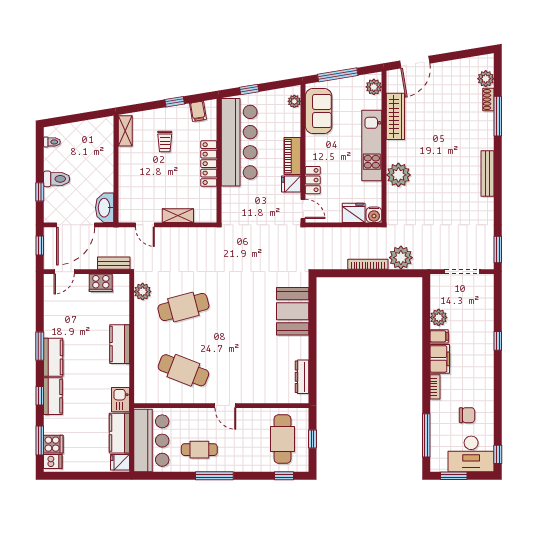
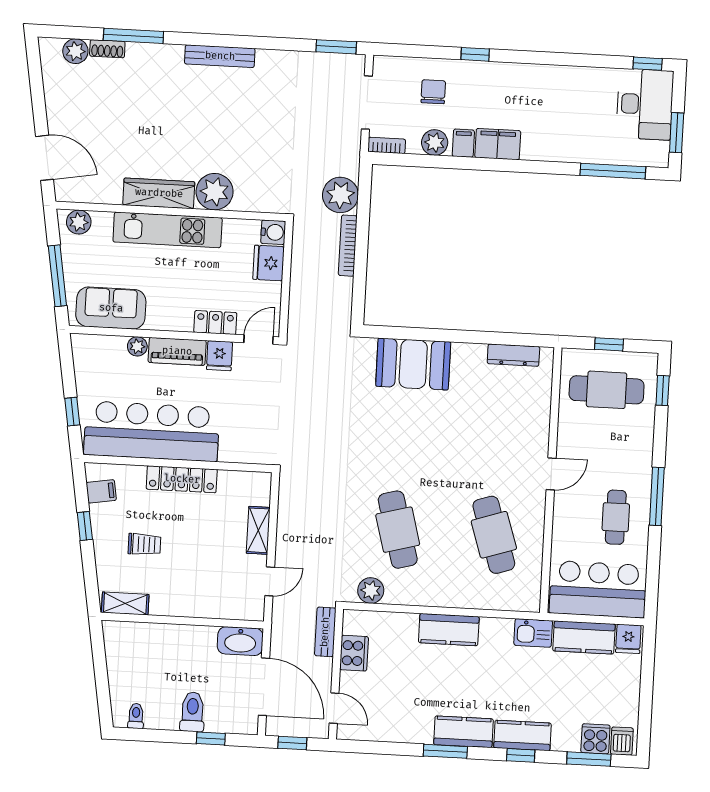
plant: (294, 101) -> (137, 346), moved
wardrobe: (395, 116) -> (159, 193), moved
cafe table: (183, 370) -> (494, 535), turned -39
bookcase: (435, 387) -> (387, 145), moved
chair: (467, 415) -> (433, 92), moved

